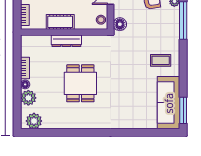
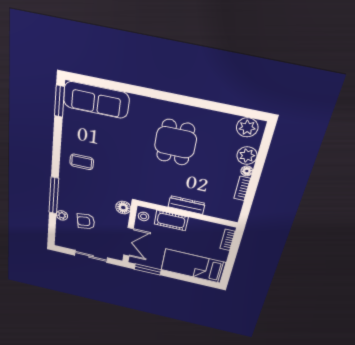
cot: (60, 22) -> (171, 221), moved
dining table: (80, 83) -> (175, 142), moved
sofa: (169, 103) -> (96, 100), moved, turned 90

